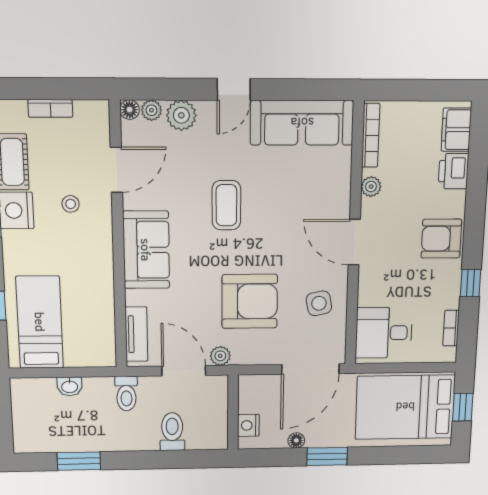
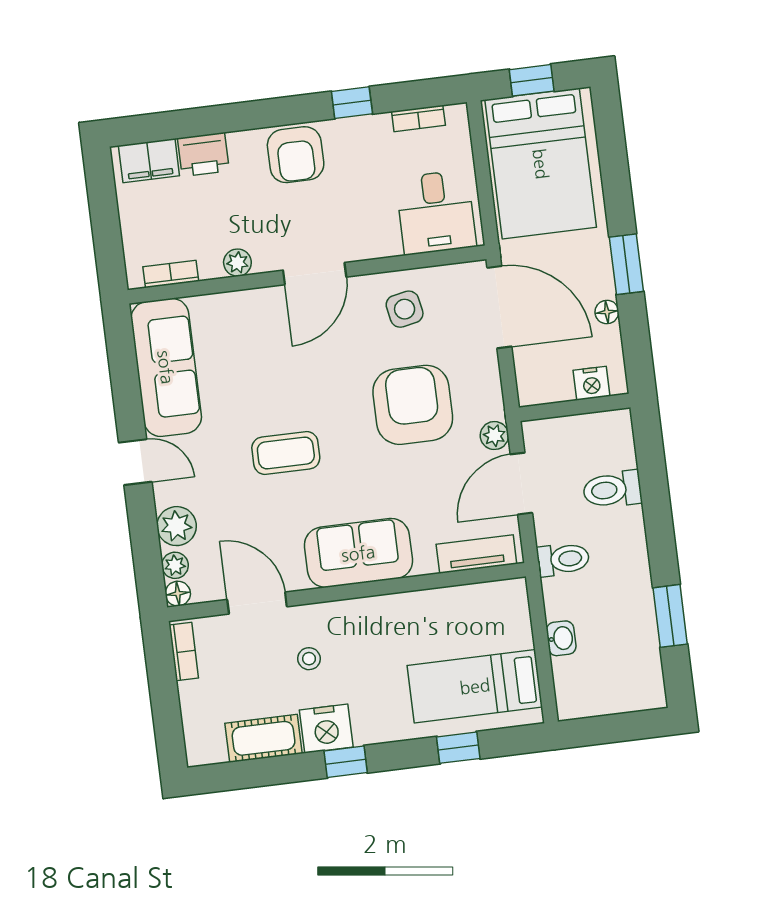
bookcase: (50, 108) -> (184, 651), moved
bookcase: (371, 135) -> (171, 274), width x0.64

